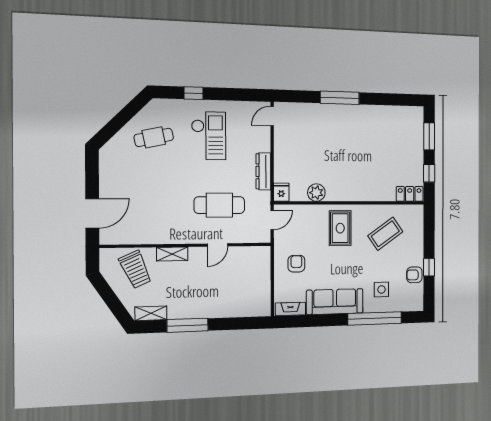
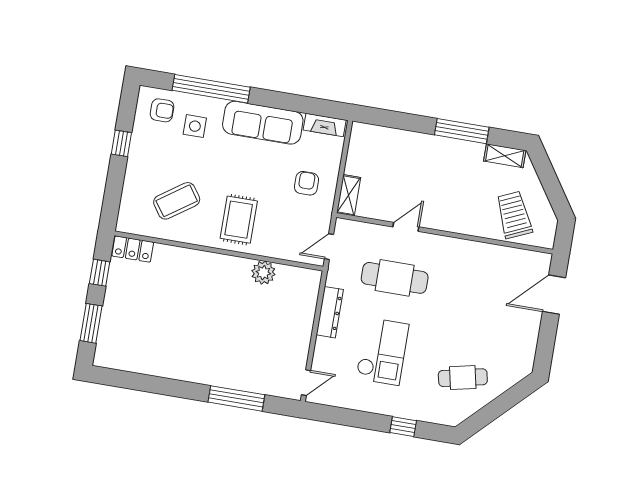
window: (340, 98) -> (236, 398), moved
checkout: (209, 136) -> (382, 351), moved, turned 180
fridge: (281, 192) -> (311, 281), removed
shelving: (172, 254) -> (349, 195), moved, turned 90
armchair: (296, 264) -> (306, 183), turned 180
armchair: (414, 275) -> (162, 110), moved

